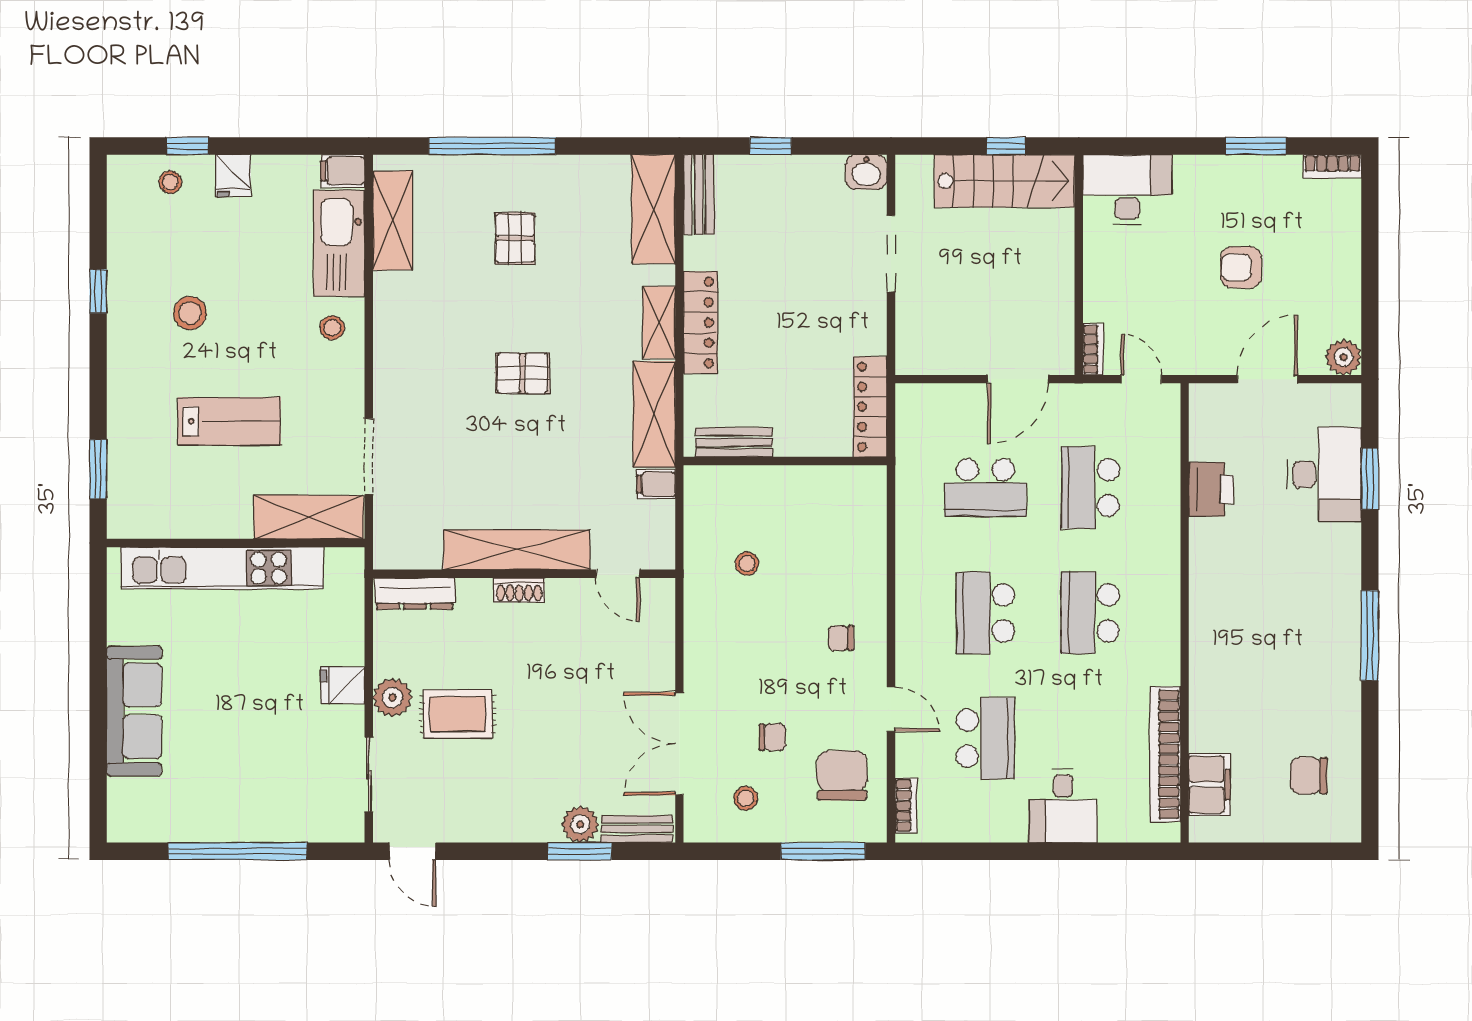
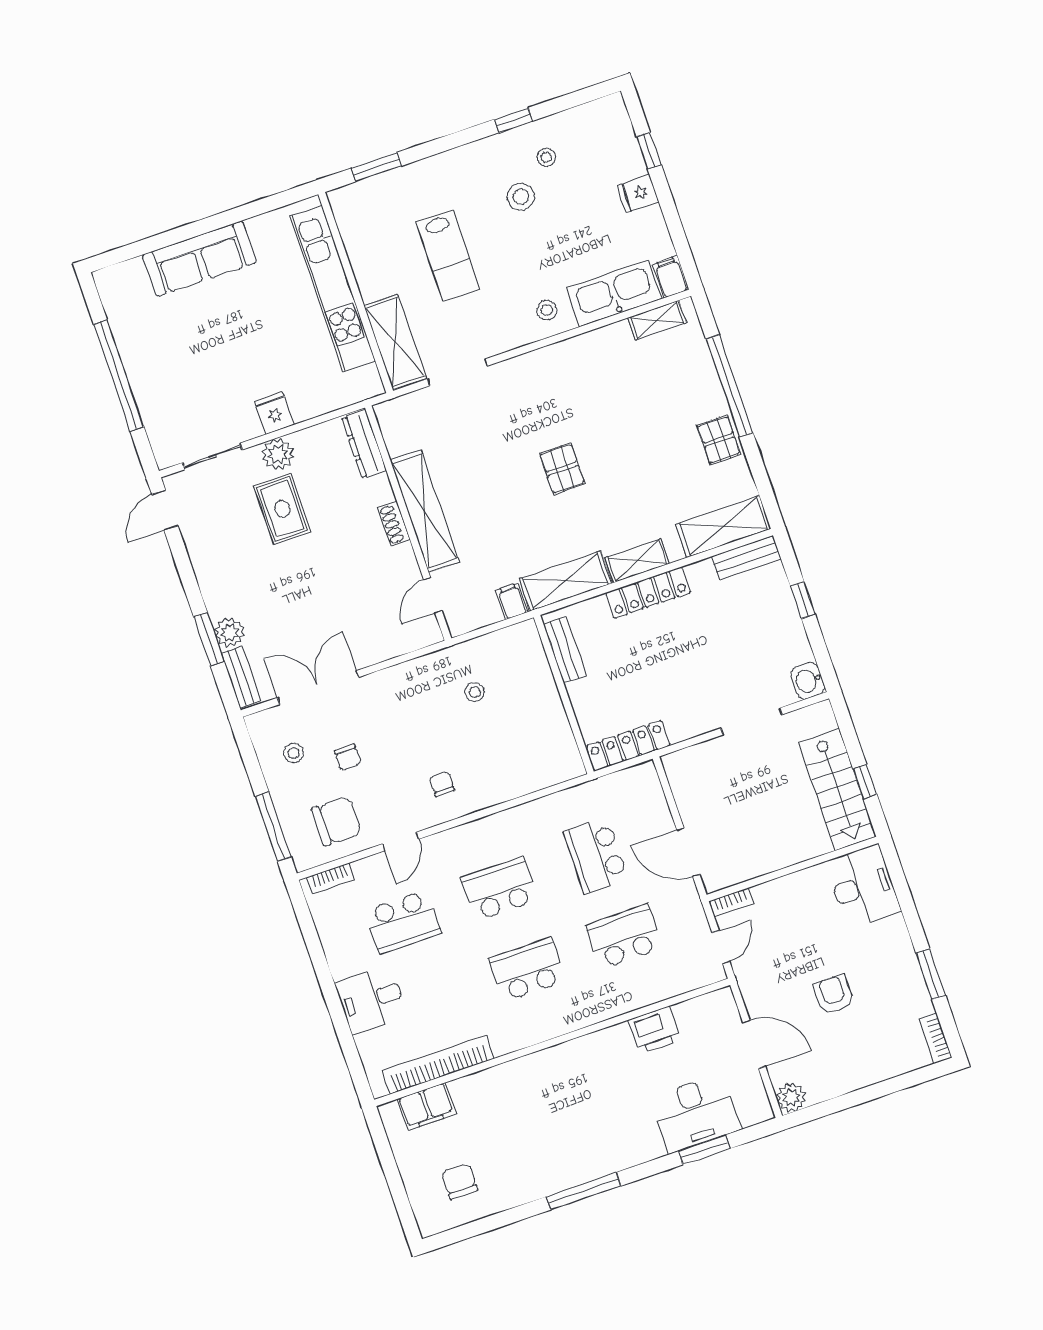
stool: (170, 182) -> (546, 157), moved
shelving: (393, 220) -> (657, 320), width x0.67, depth x0.75
pallet: (515, 238) -> (719, 440), moved, turned 90

